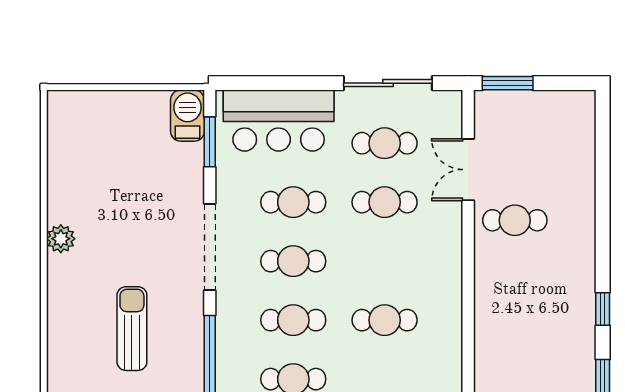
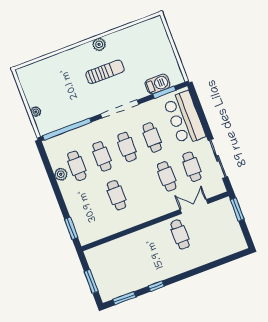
barbecue: (188, 116) -> (158, 84), moved
sun lounger: (132, 329) -> (105, 72), moved

